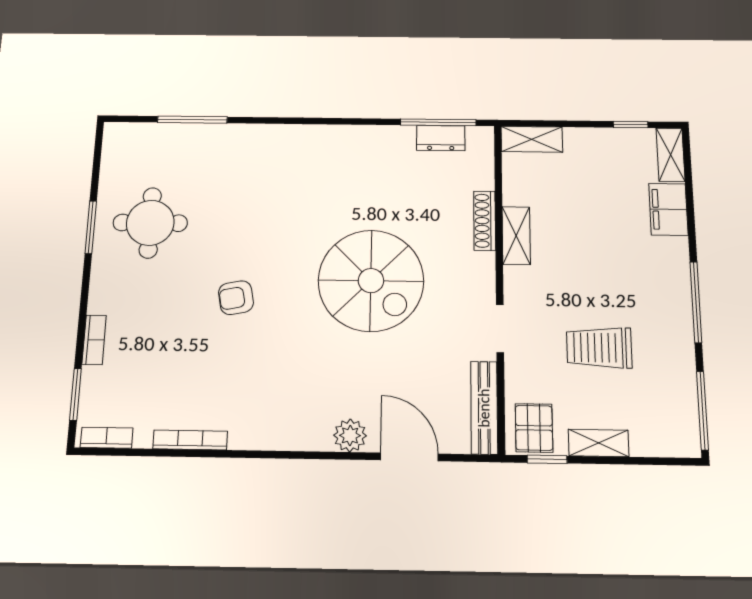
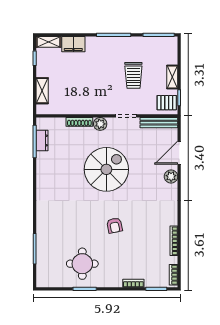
shelving: (532, 139) -> (42, 91), moved
shelving: (516, 236) -> (86, 109), removed
plant: (480, 268) -> (100, 124), added

